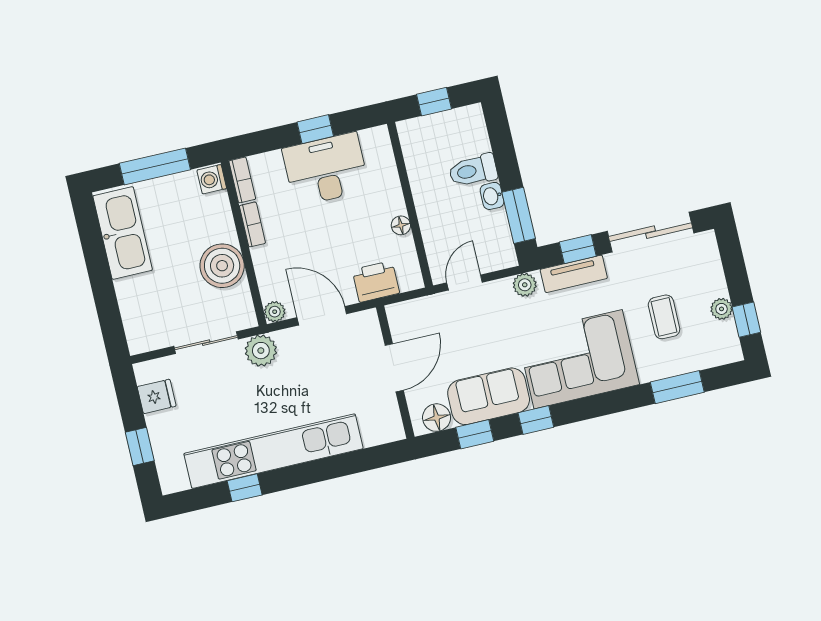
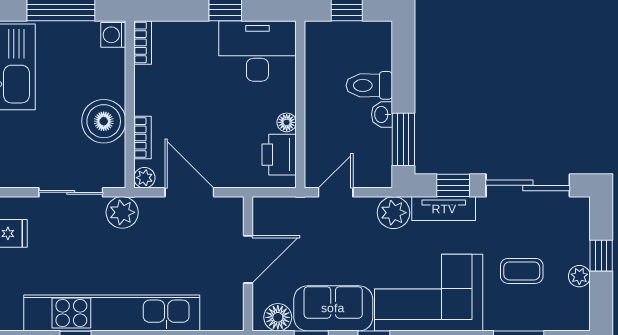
desk: (326, 169) -> (257, 51), moved
bookcase: (252, 224) -> (143, 138), moved
printer: (376, 281) -> (279, 155), moved, turned -90
plant: (525, 285) -> (394, 213), width x1.38, depth x1.38
coffee table: (664, 317) -> (522, 271), turned 90
window: (746, 320) -> (601, 256), moved

